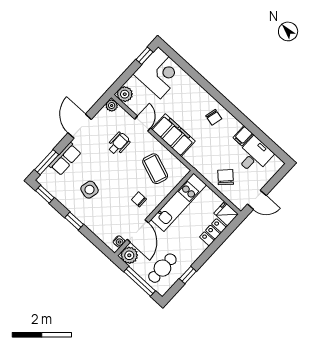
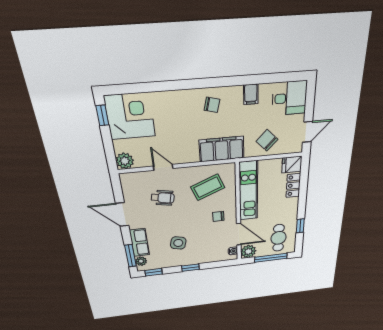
plant: (112, 105) -> (141, 261), moved
filing cabinet: (173, 135) -> (222, 149), moved
wheelchair: (119, 144) -> (163, 198), turned 101
desk: (254, 155) -> (289, 98), moved, turned 90
coffee table: (155, 169) -> (208, 187), turned -42

